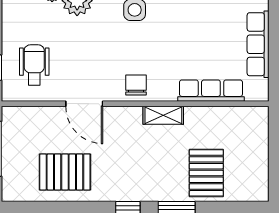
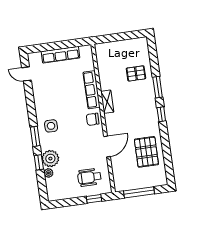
row of seats: (211, 91) -> (92, 90), moved
pallet: (206, 173) -> (136, 73), width x0.67, depth x0.71

